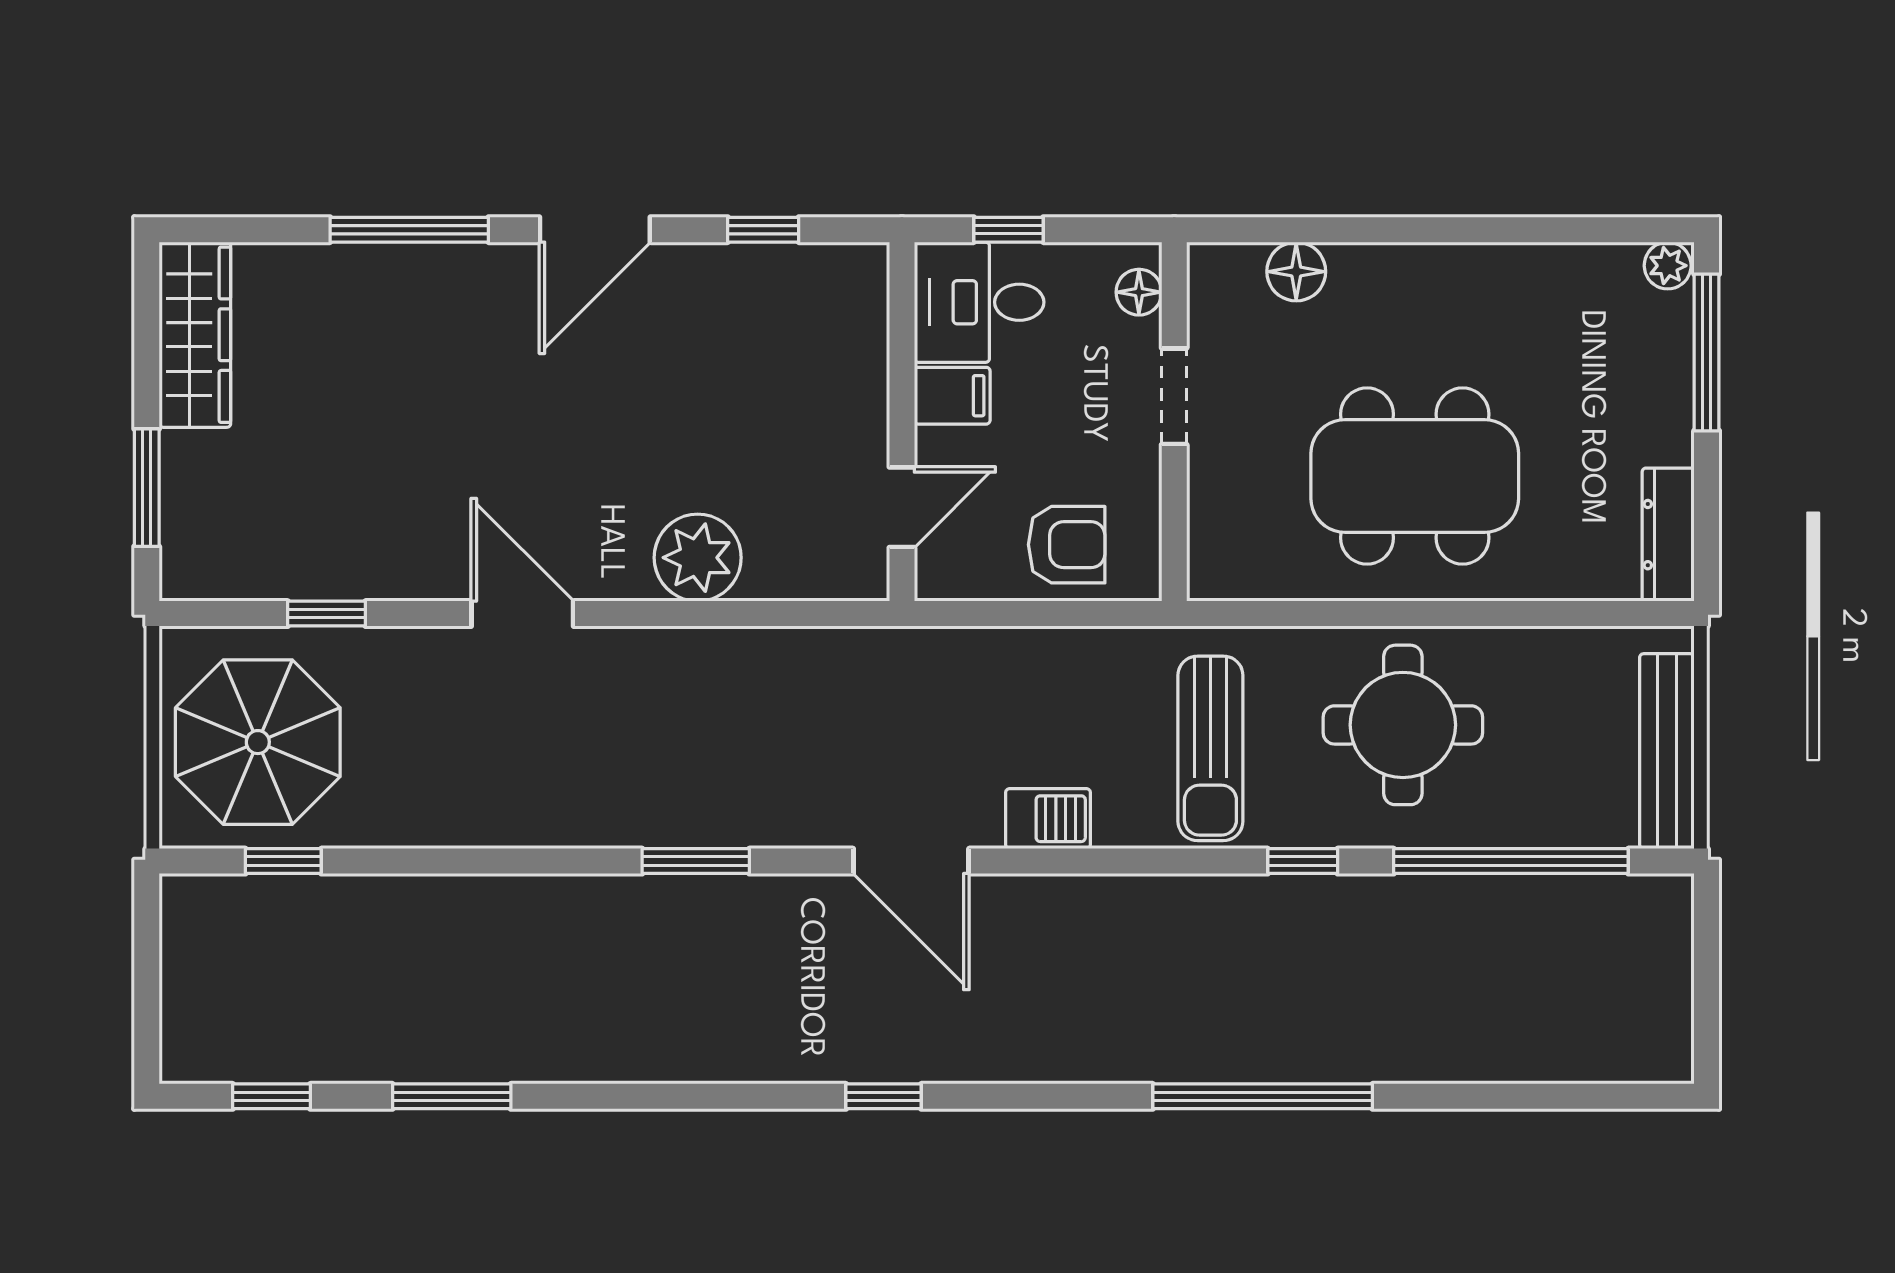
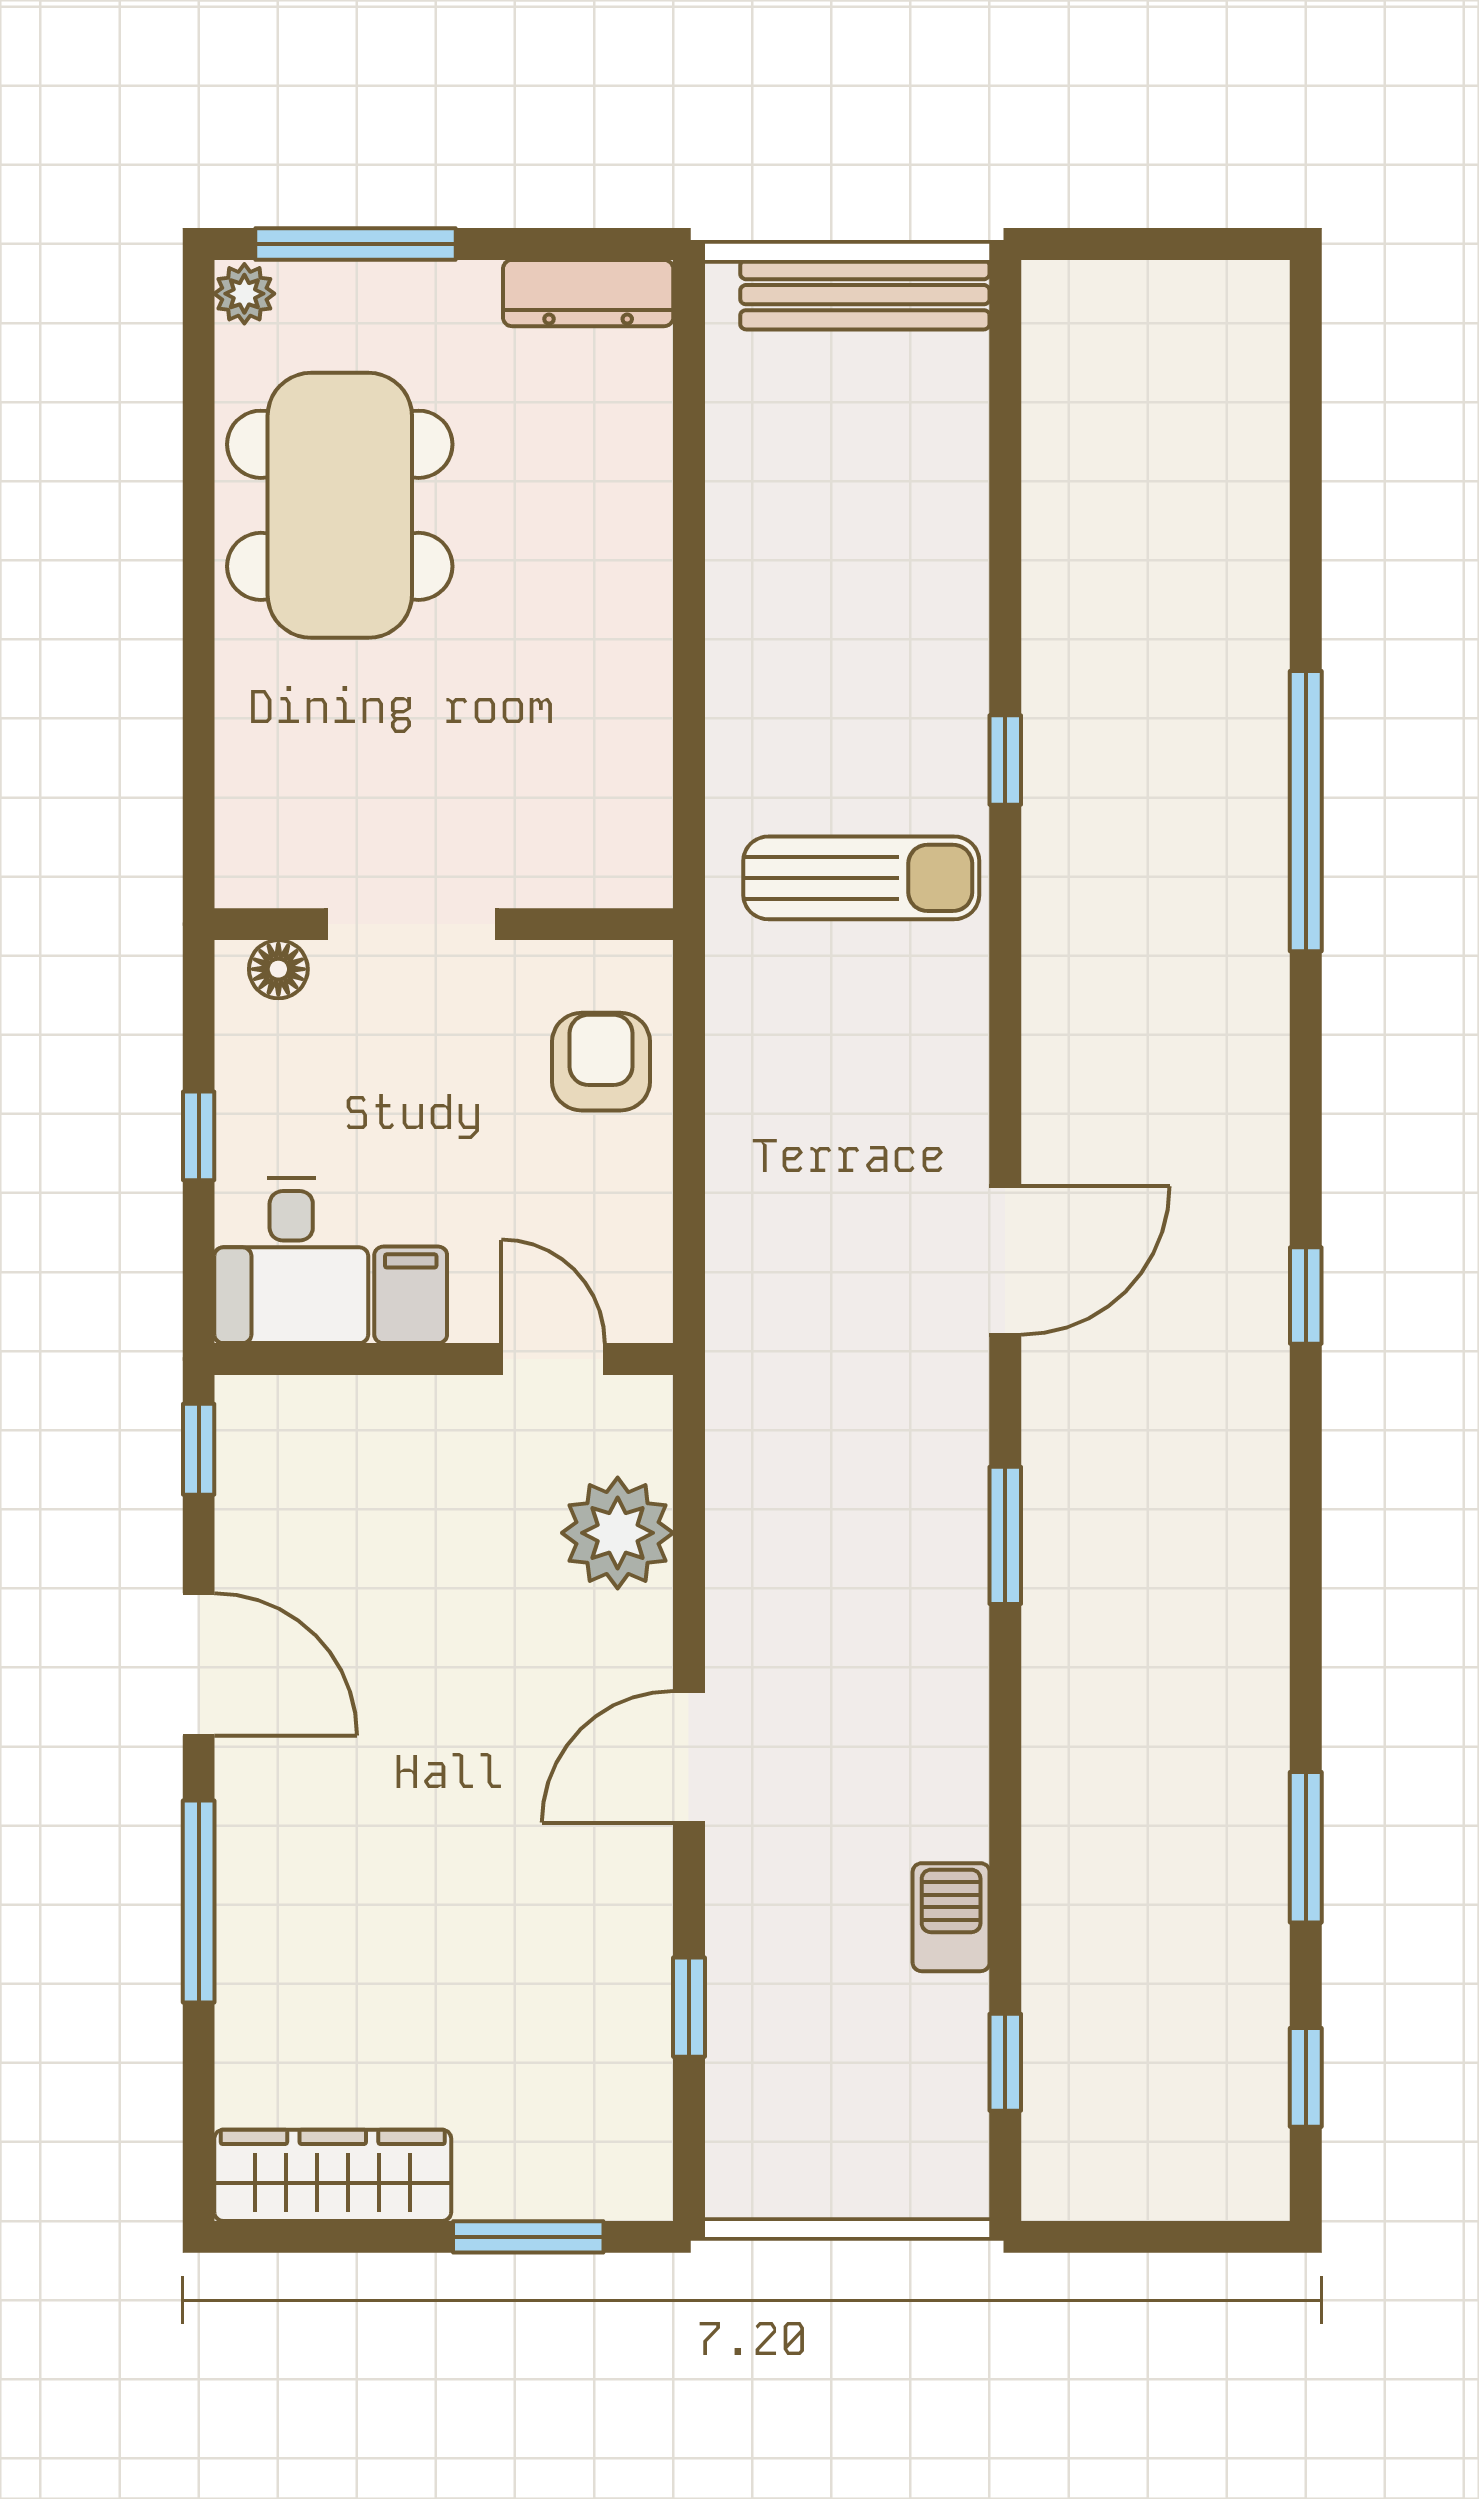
floor lamp: (1296, 272) -> (252, 768), removed
desk: (979, 302) -> (291, 1260), moved
filing cabinet: (952, 396) -> (411, 1295), moved
doorway: (1174, 396) -> (411, 924), width x1.38
wall: (902, 422) -> (444, 1359), moved
dining table: (1415, 476) -> (340, 505), moved
door: (902, 507) -> (553, 1359), moved
round table: (1403, 725) -> (831, 632), removed
parasol: (258, 742) -> (853, 2095), removed
barbecue: (1048, 819) -> (951, 1917), moved
window: (1511, 861) -> (1005, 494), removed

